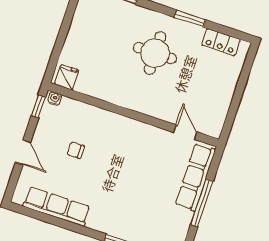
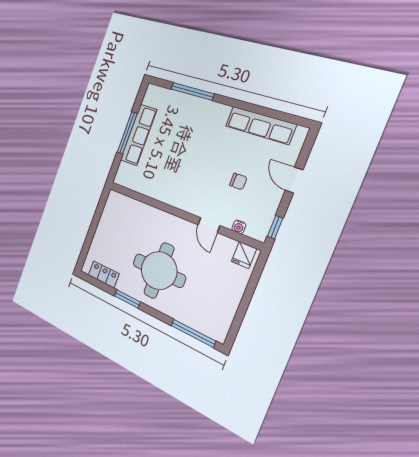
round table: (155, 53) -> (159, 271), width x1.36, depth x1.36
water cooler: (55, 99) -> (239, 227), moved
door: (185, 132) -> (209, 225), moved
row of seats: (195, 177) -> (139, 135), moved

